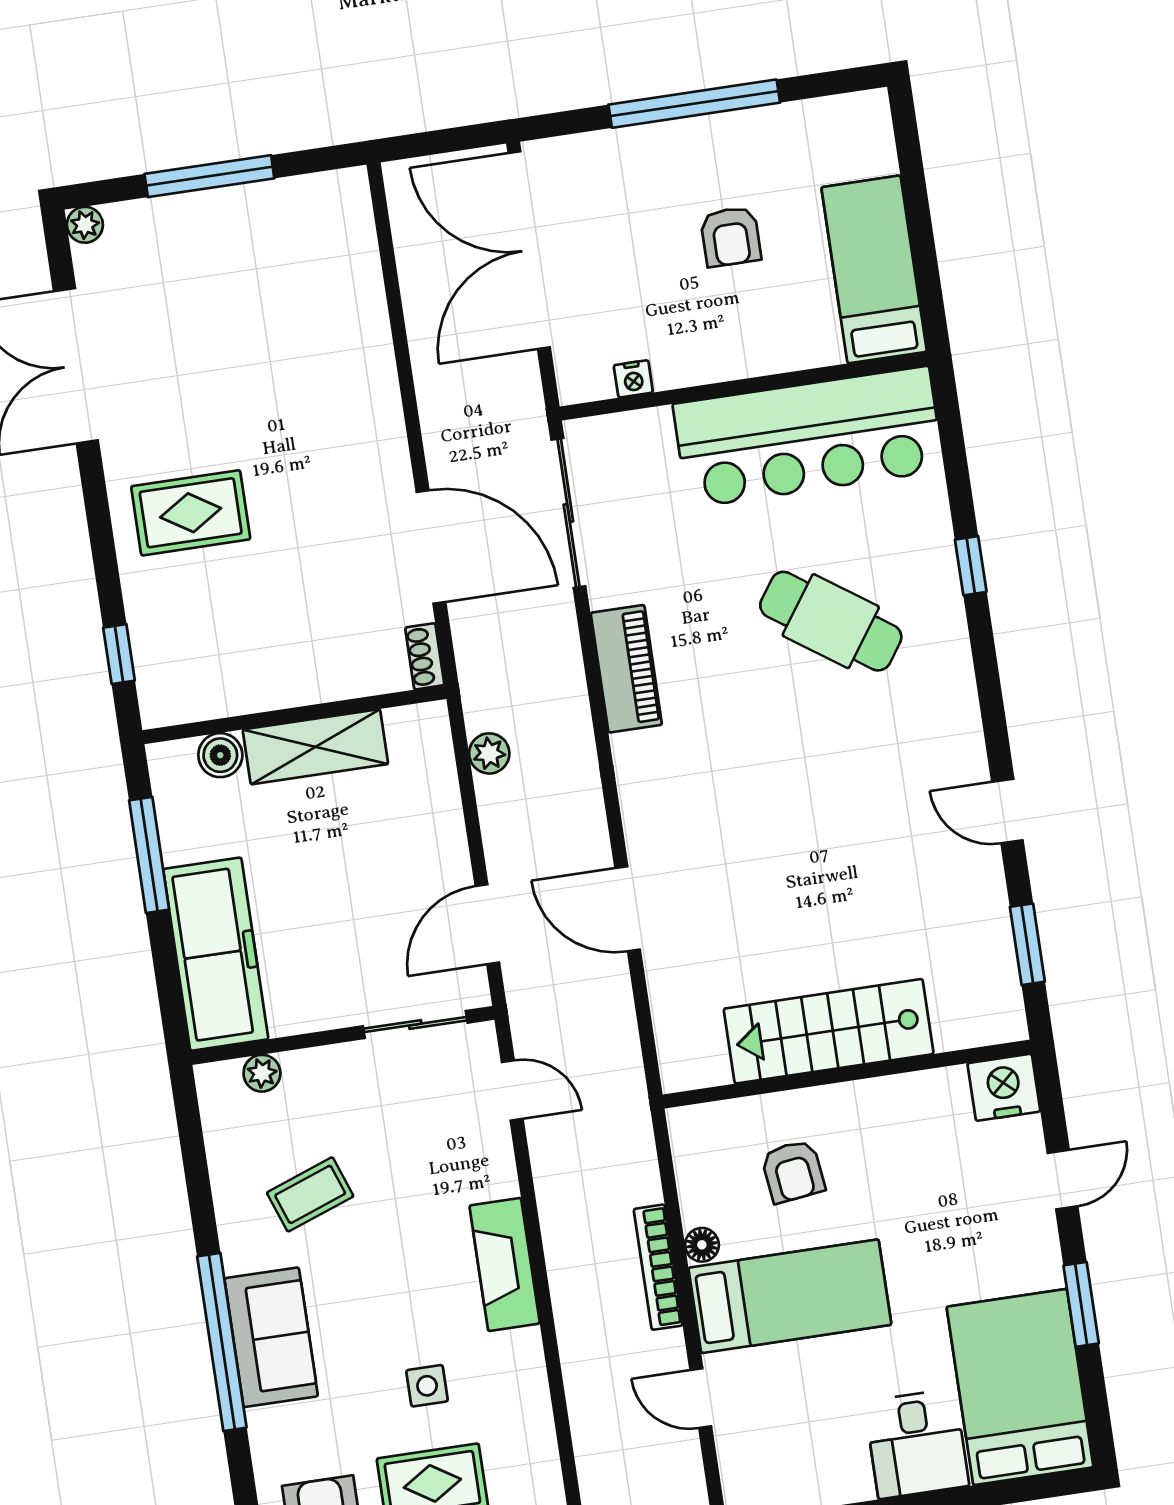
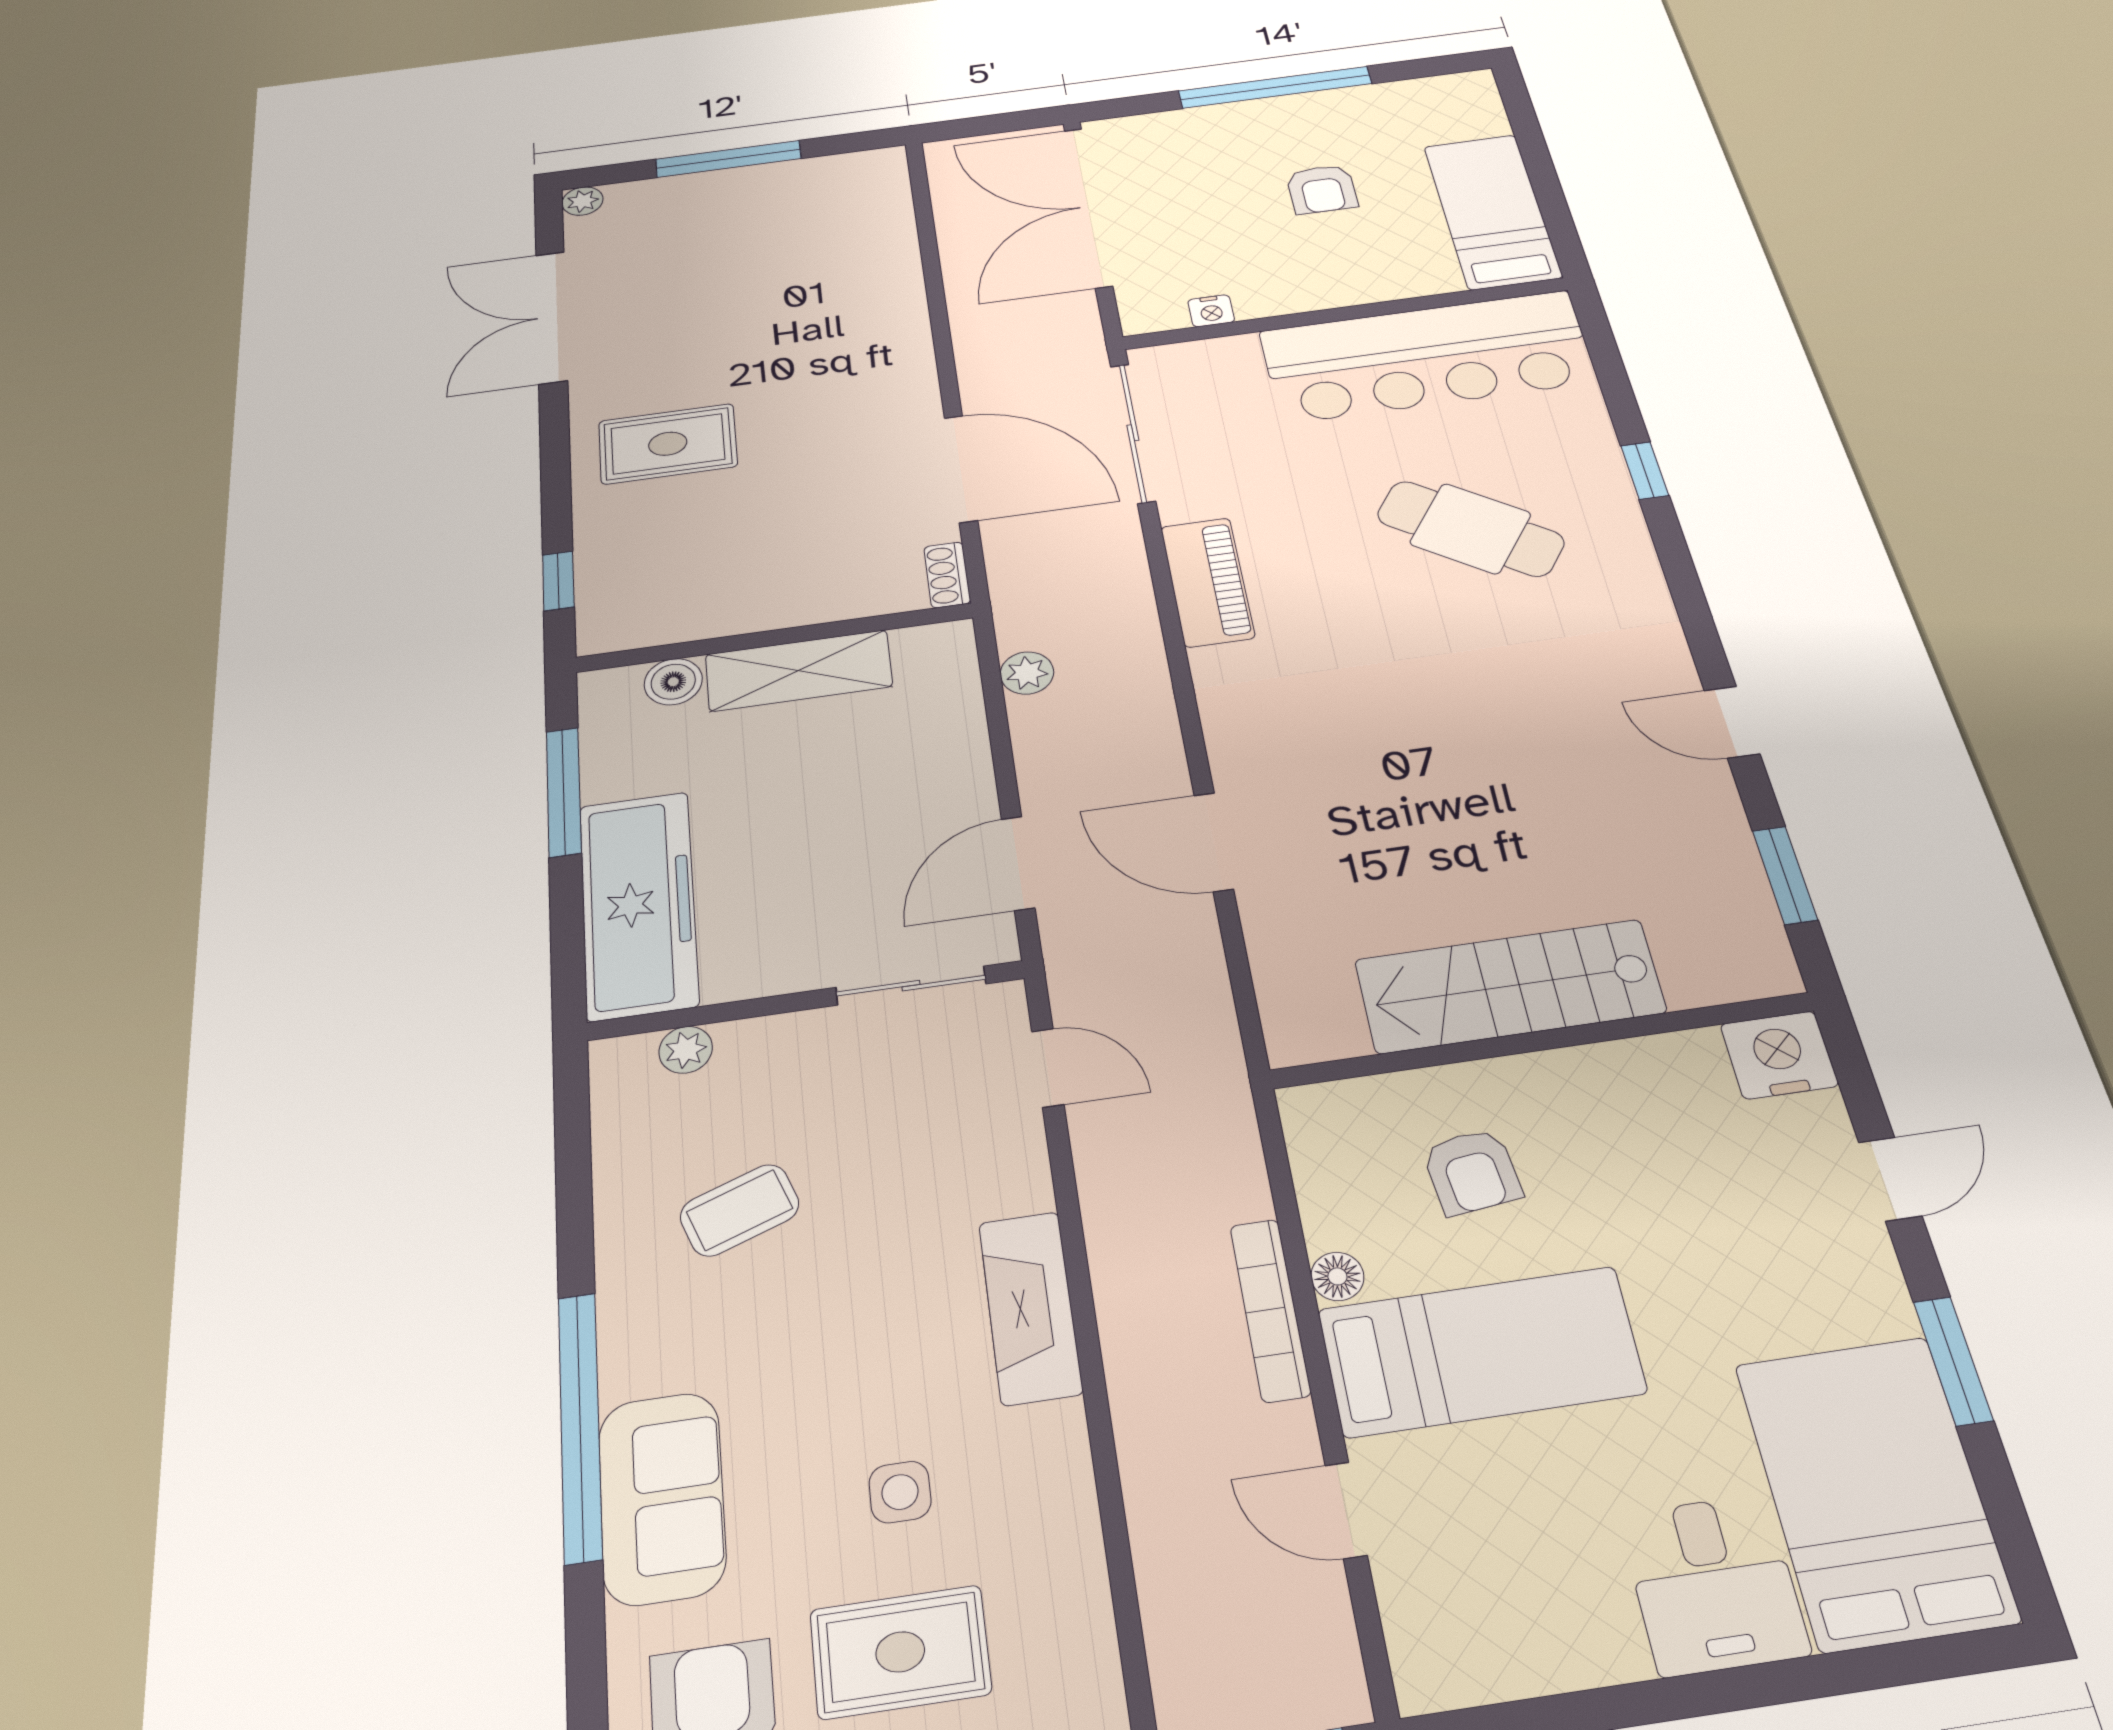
sofa: (271, 1337) -> (662, 1498), moved

